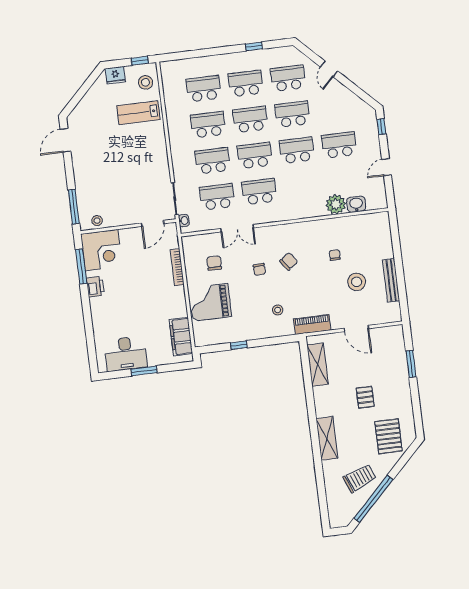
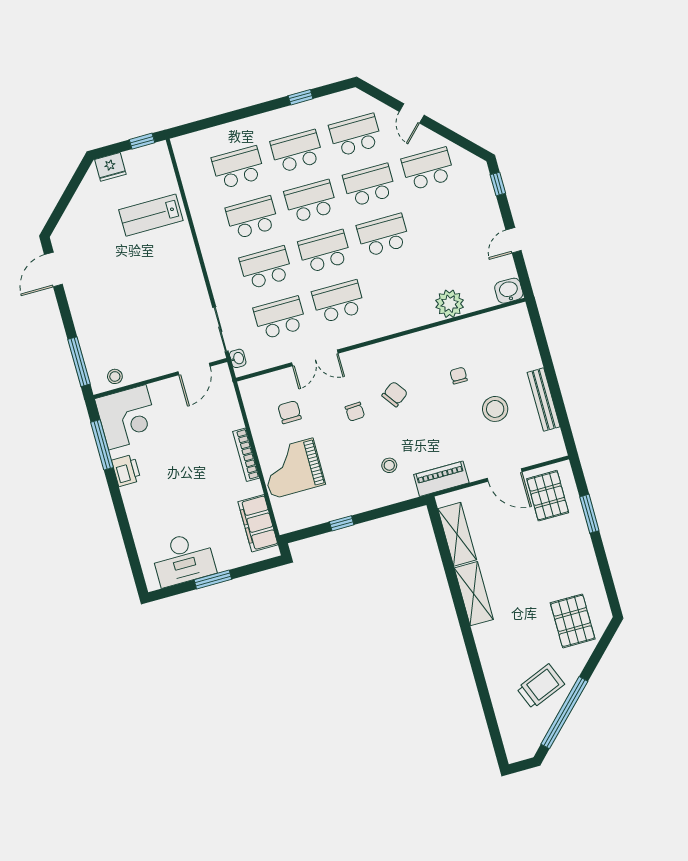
stool: (145, 82) -> (155, 171), removed
school desk: (339, 145) -> (428, 169), moved
washbasin: (356, 204) -> (509, 291), moved
bookcase: (177, 267) -> (246, 455), moved
pallet: (365, 397) -> (548, 496), moved, width x1.50, depth x1.42
shelving: (327, 438) -> (474, 594), moved

